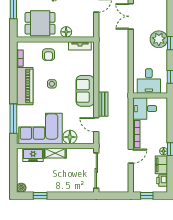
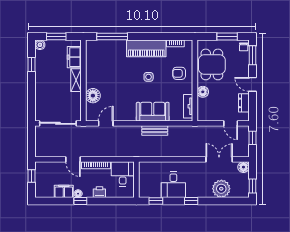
plant: (159, 39) -> (221, 189), moved
desk: (149, 81) -> (173, 185), moved, turned -90
sofa: (85, 91) -> (153, 112), moved
bench: (103, 104) -> (155, 130), moved
corner sofa: (40, 128) -> (102, 65), removed
window: (13, 172) -> (56, 37), added
printer: (162, 181) -> (99, 192), moved

